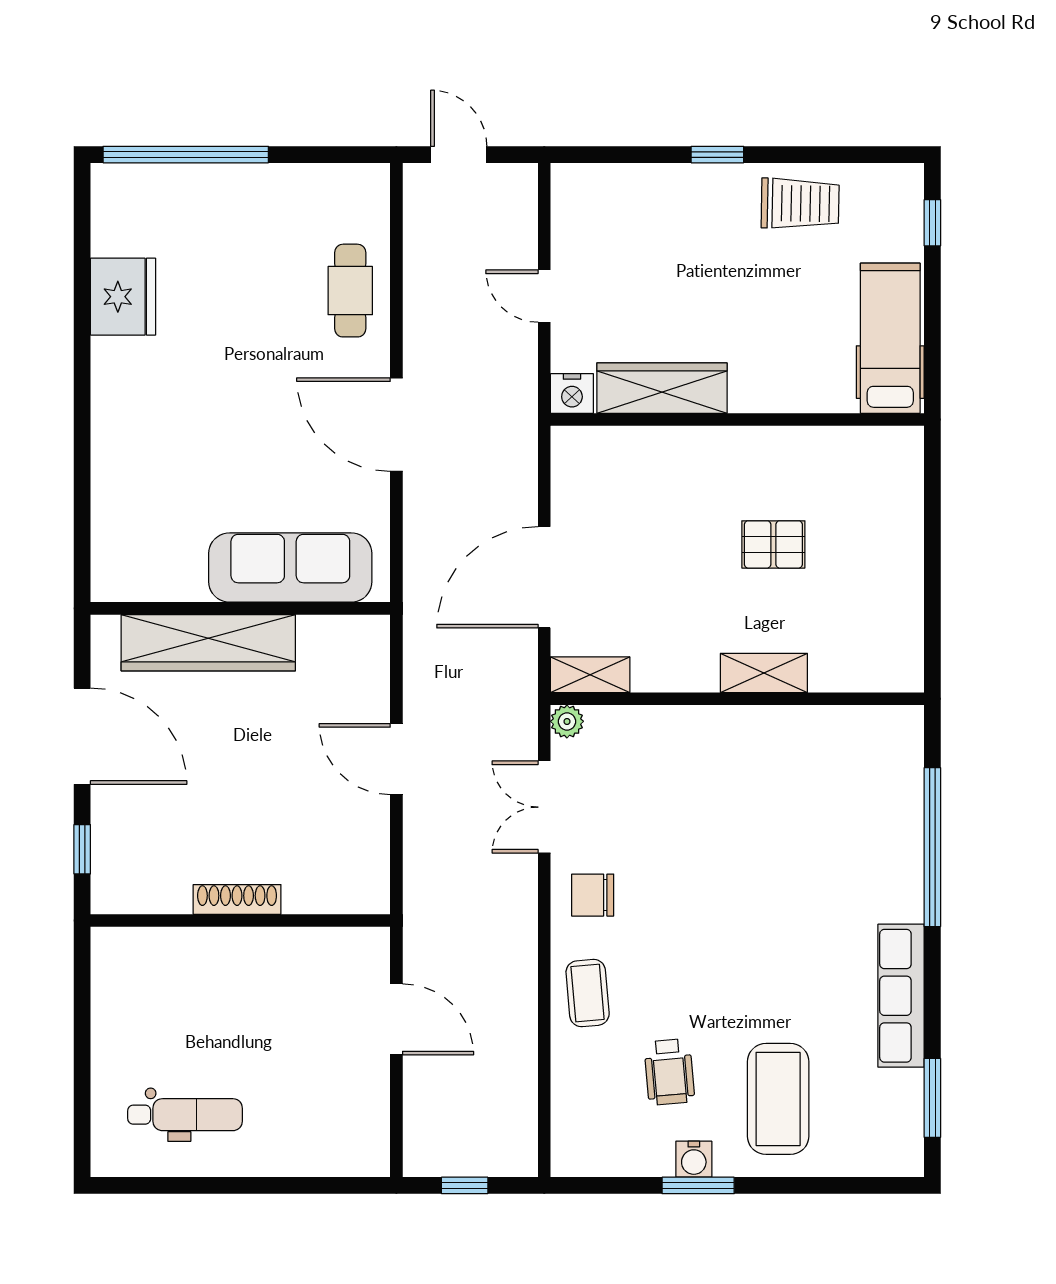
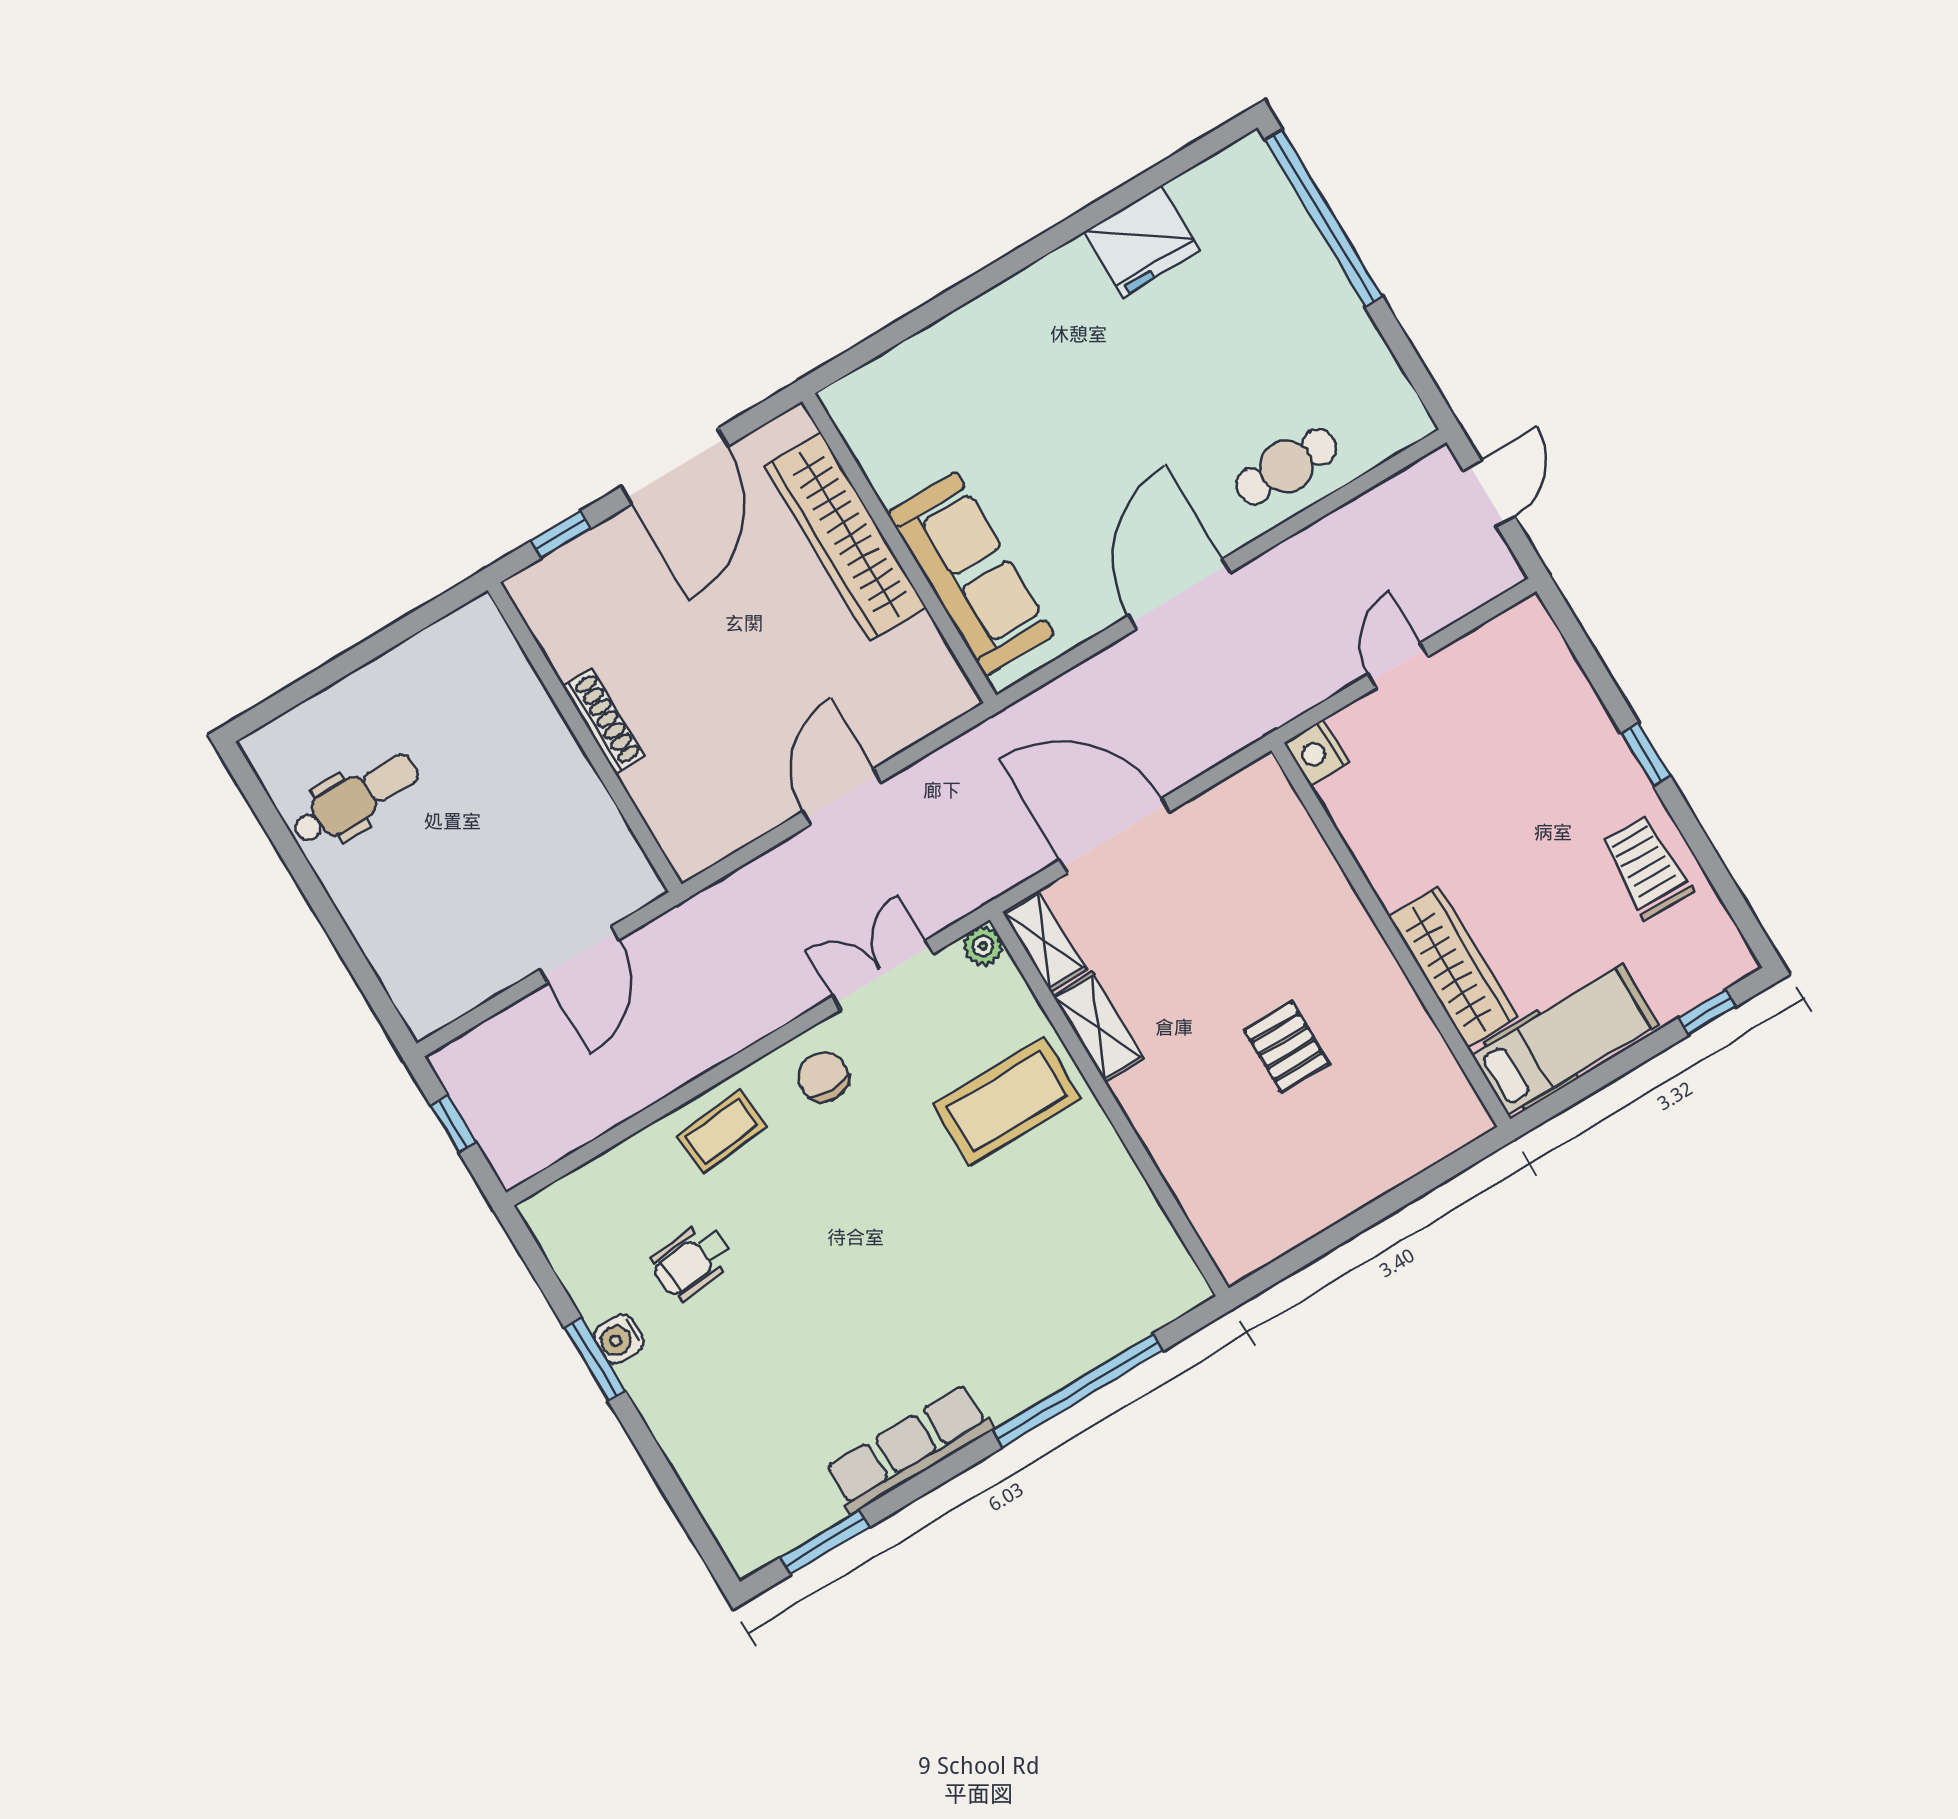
trolley: (800, 203) -> (1646, 867), turned 180
wardrobe: (662, 388) -> (1453, 967), moved
shelving: (764, 673) -> (1098, 1027), moved
coffee table: (778, 1099) -> (1007, 1101), moved
dental chair: (185, 1115) -> (355, 799), turned -90

